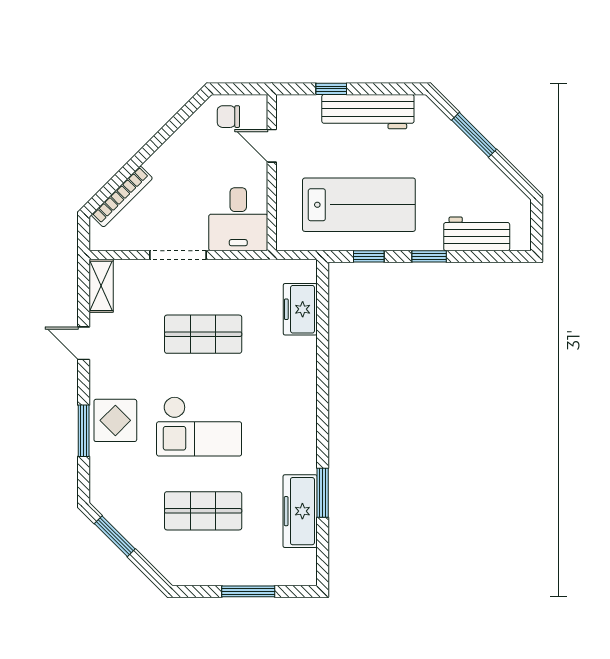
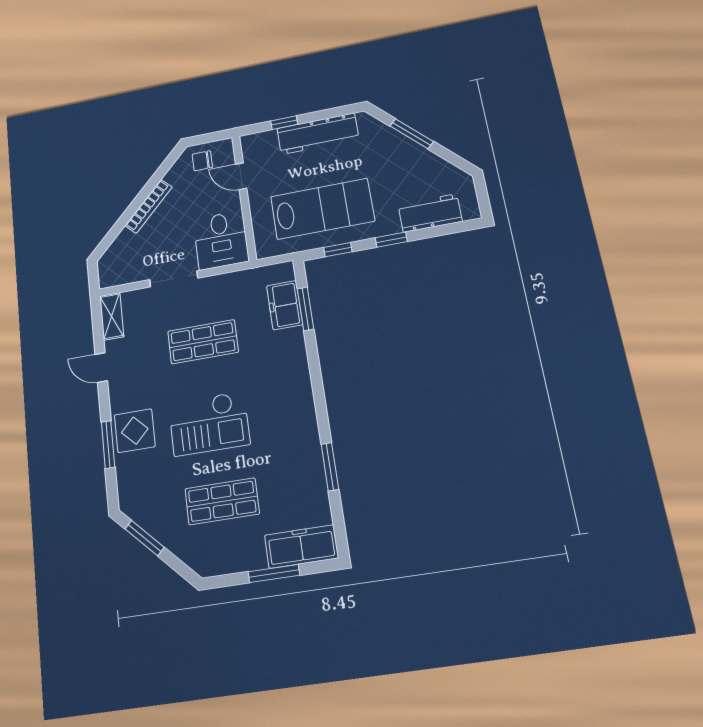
bookcase: (122, 197) -> (149, 206), moved
window: (323, 318) -> (306, 309), added
freezer: (300, 511) -> (301, 547), moved, turned 90

